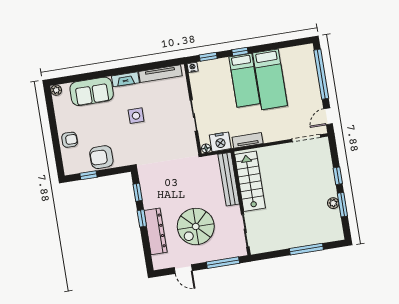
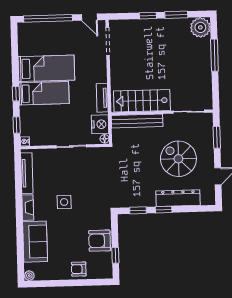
armchair: (70, 140) -> (79, 269), turned -90
armchair: (101, 157) -> (100, 241), turned 90
plant: (333, 203) -> (200, 27), moved, width x1.88, depth x1.88
spiral stairs: (196, 226) -> (178, 159), turned 180
window: (223, 263) -> (217, 137), width x0.69

